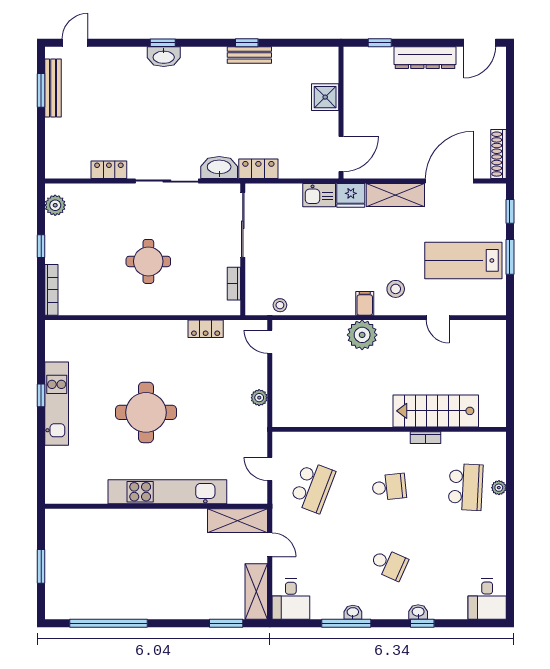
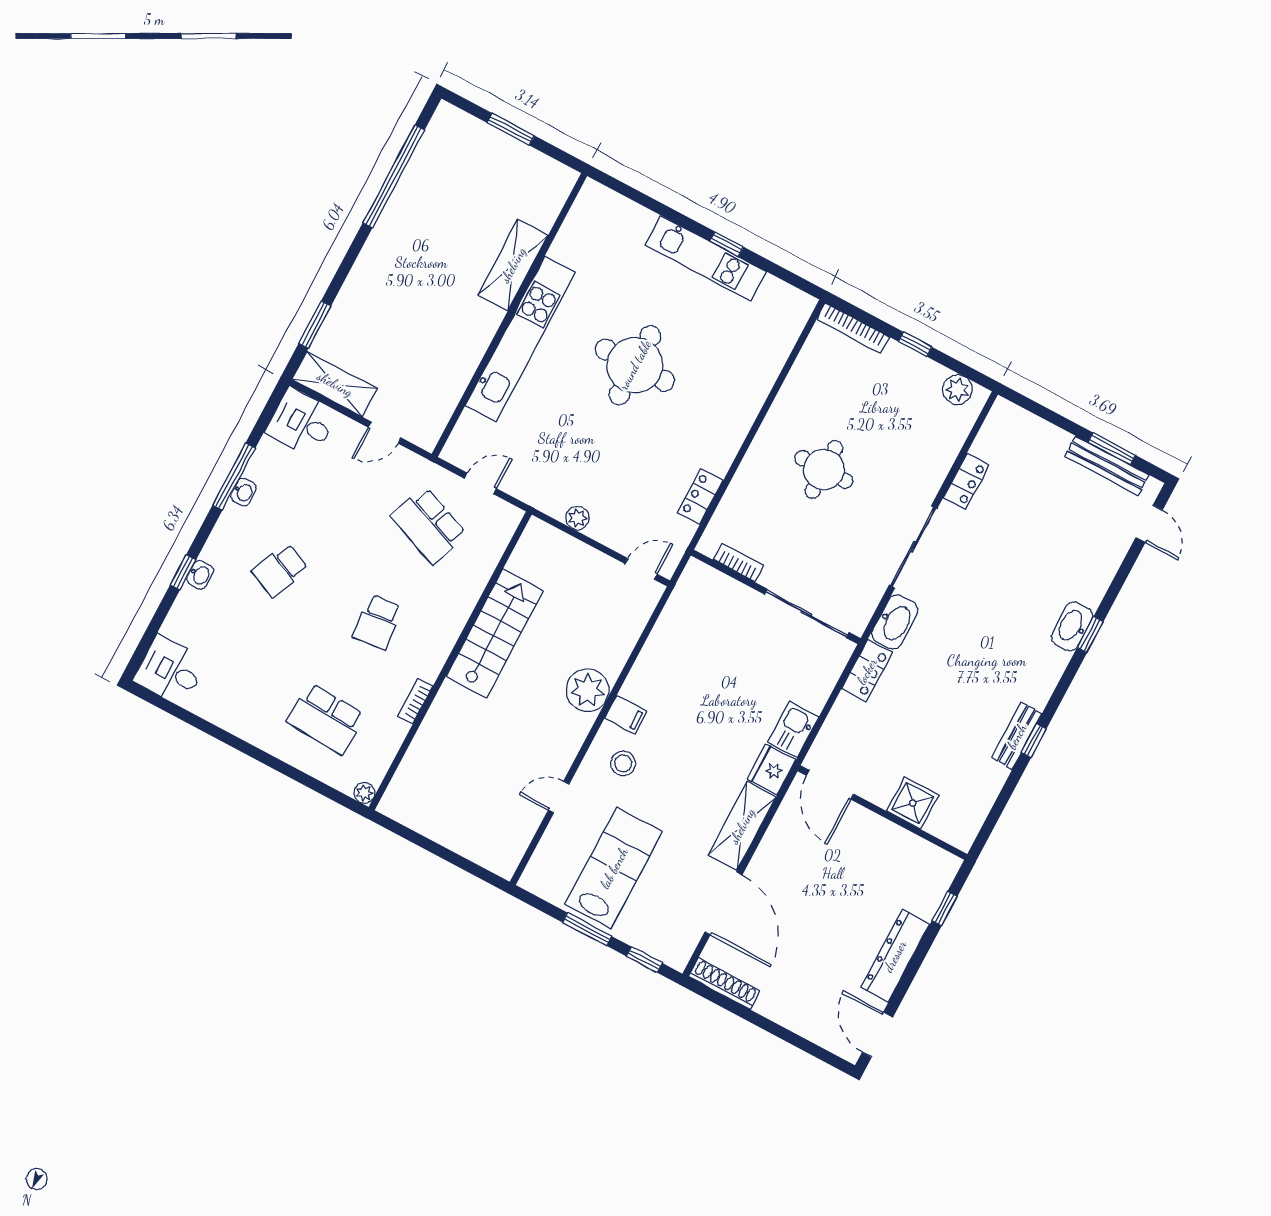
stool: (280, 305) -> (680, 606), removed
stairs: (436, 411) -> (495, 633), moved
plant: (499, 488) -> (364, 793), moved
shelving: (238, 521) -> (513, 265), moved

